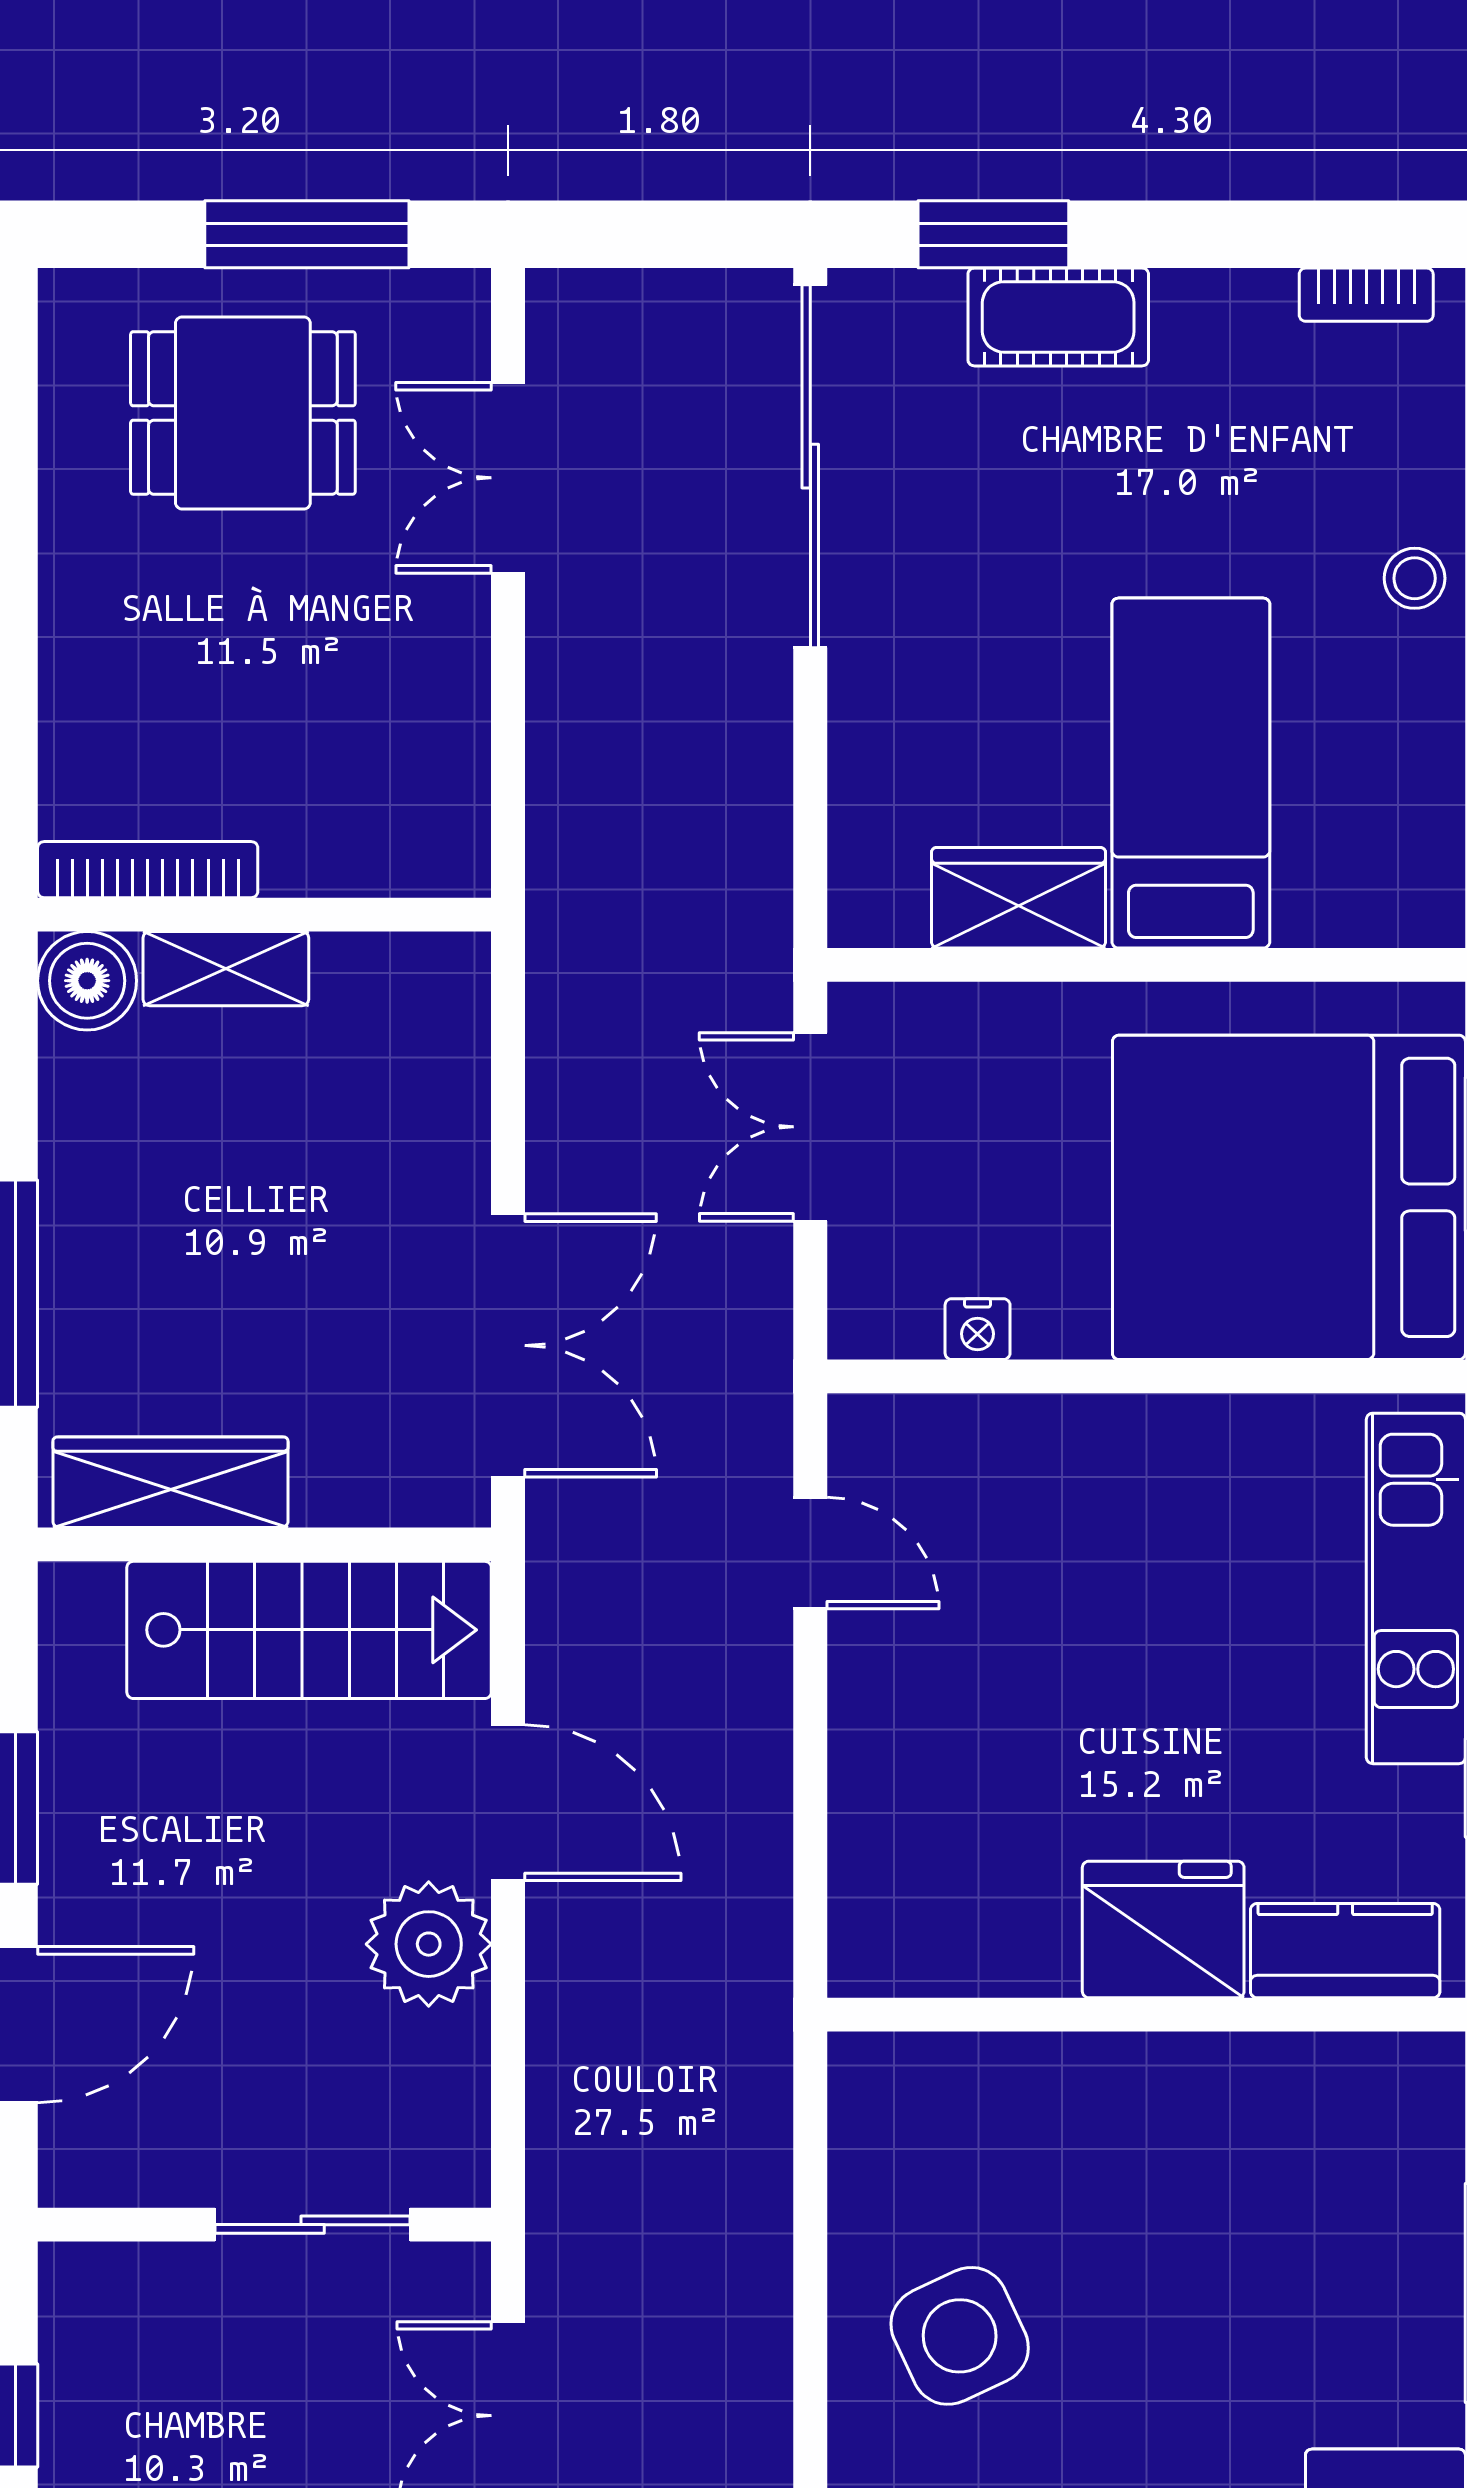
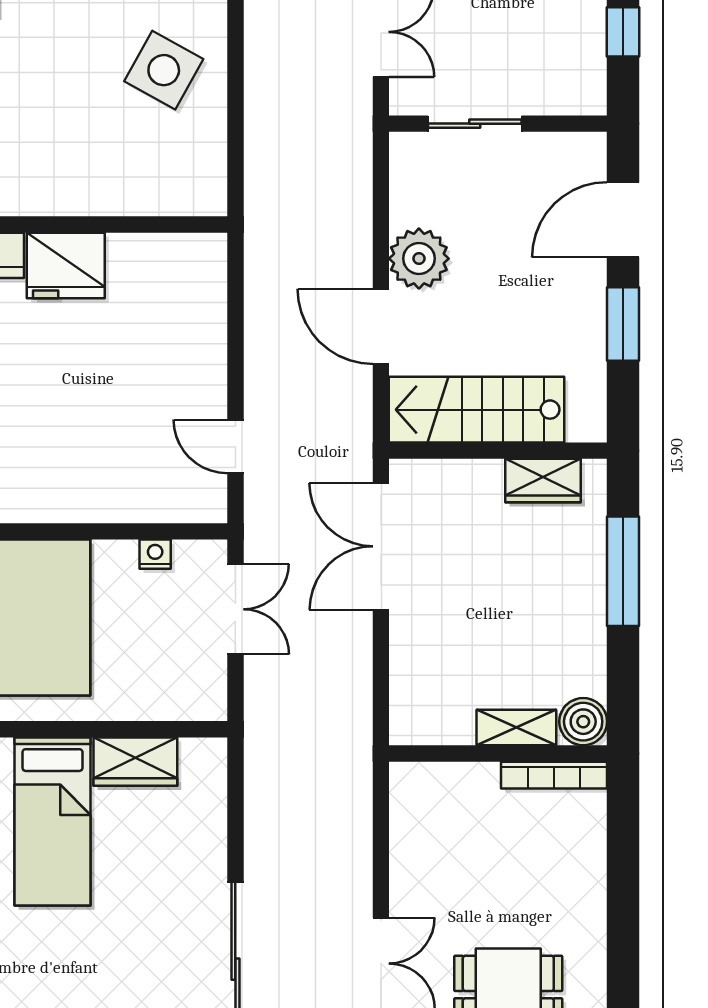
double door: (810, 1127) -> (235, 609), moved
wardrobe: (170, 1482) -> (543, 481), width x0.67
side table: (960, 2336) -> (164, 70), turned -36

